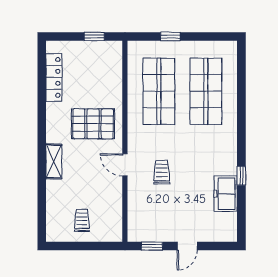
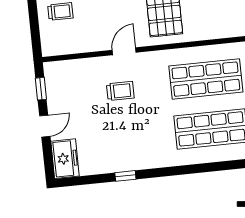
freezer: (226, 194) -> (65, 159), moved, turned 90
door: (187, 246) -> (45, 126), swing flipped

